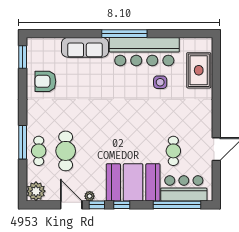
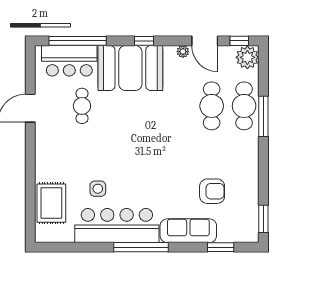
window: (58, 34) -> (221, 247), added
armchair: (45, 81) -> (212, 191), moved
cafe table: (39, 151) -> (244, 106), width x1.37, depth x1.35
window: (97, 205) -> (239, 41), moved

